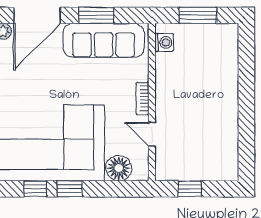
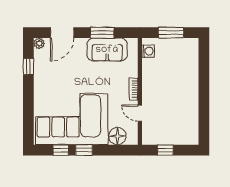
door: (37, 15) -> (62, 33), width x0.73
sofa: (104, 40) -> (107, 50), width x0.73

